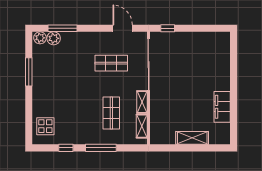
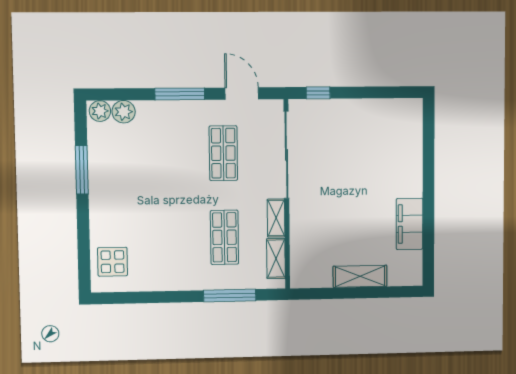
window: (62, 28) -> (180, 94), moved
shop shelf: (111, 63) -> (223, 153), turned 90
window: (66, 148) -> (148, 297), removed
window: (101, 148) -> (230, 295), moved

